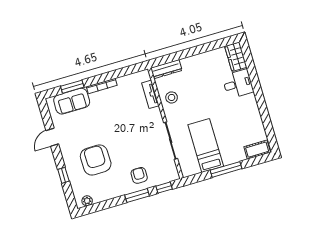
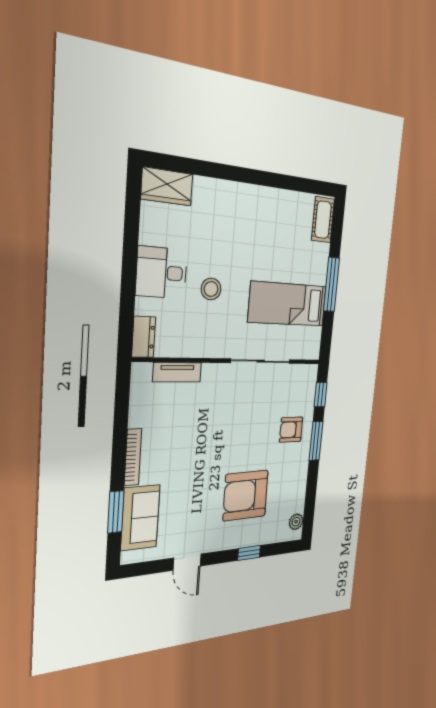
dresser: (166, 69) -> (144, 337), width x0.70
desk: (238, 84) -> (162, 273), moved, turned -90
stool: (172, 97) -> (211, 289), moved

